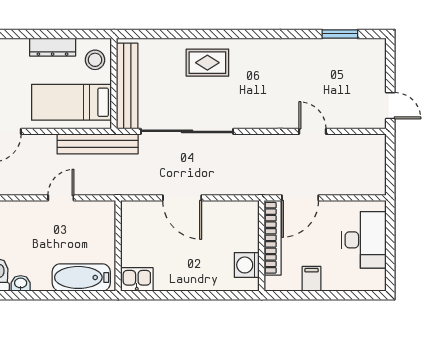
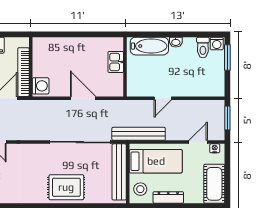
rug: (207, 63) -> (66, 187), width x1.36, depth x1.43
washing machine: (247, 265) -> (41, 86), moved
kitchen sink: (137, 279) -> (116, 62), moved, turned 90
washbasin: (21, 283) -> (176, 42), moved

